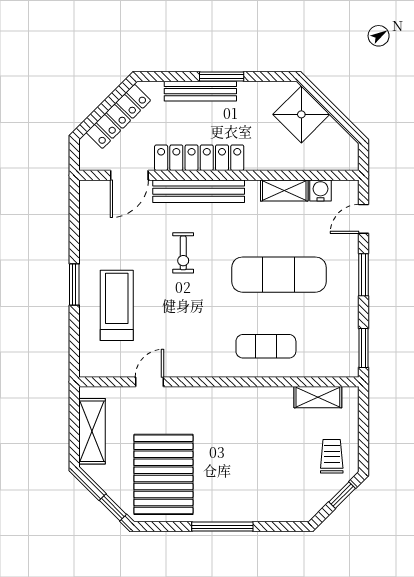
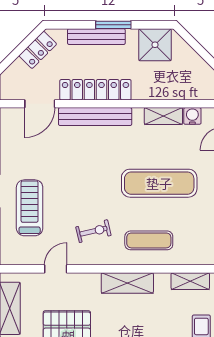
shower: (301, 114) -> (155, 45), moved, turned 45
locker: (118, 116) -> (38, 50), width x0.66
exercise bike: (183, 253) -> (93, 231), moved, turned -103
shelving: (239, 399) -> (127, 283), added

